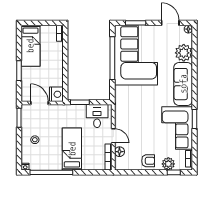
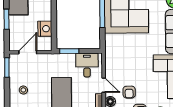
nightstand: (56, 94) -> (45, 29), moved
door: (39, 103) -> (28, 52), hinge flipped
armchair: (138, 143) -> (129, 92), added

